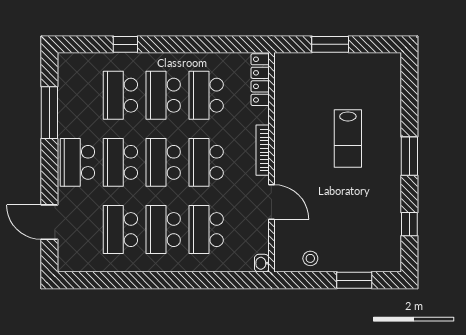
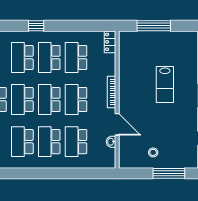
window: (125, 44) -> (36, 26), moved
window: (330, 44) -> (154, 26), width x1.44
locker: (260, 80) -> (110, 42), width x0.66
stool: (310, 258) -> (153, 152), moved
washbasin: (262, 263) -> (111, 142), moved
window: (354, 280) -> (169, 173), width x1.44

